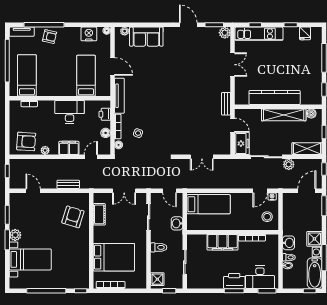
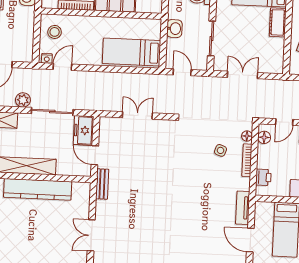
tv unit: (119, 96) -> (243, 208), width x0.71
floor lamp: (106, 133) -> (264, 137), moved
cot: (99, 214) -> (278, 22), moved

